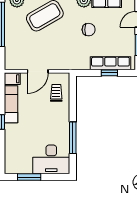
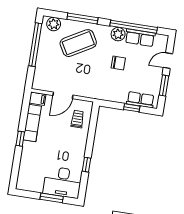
row of seats: (110, 63) -> (140, 100), width x0.68
window: (73, 138) -> (87, 165), width x0.46
window: (29, 177) -> (52, 198), moved

